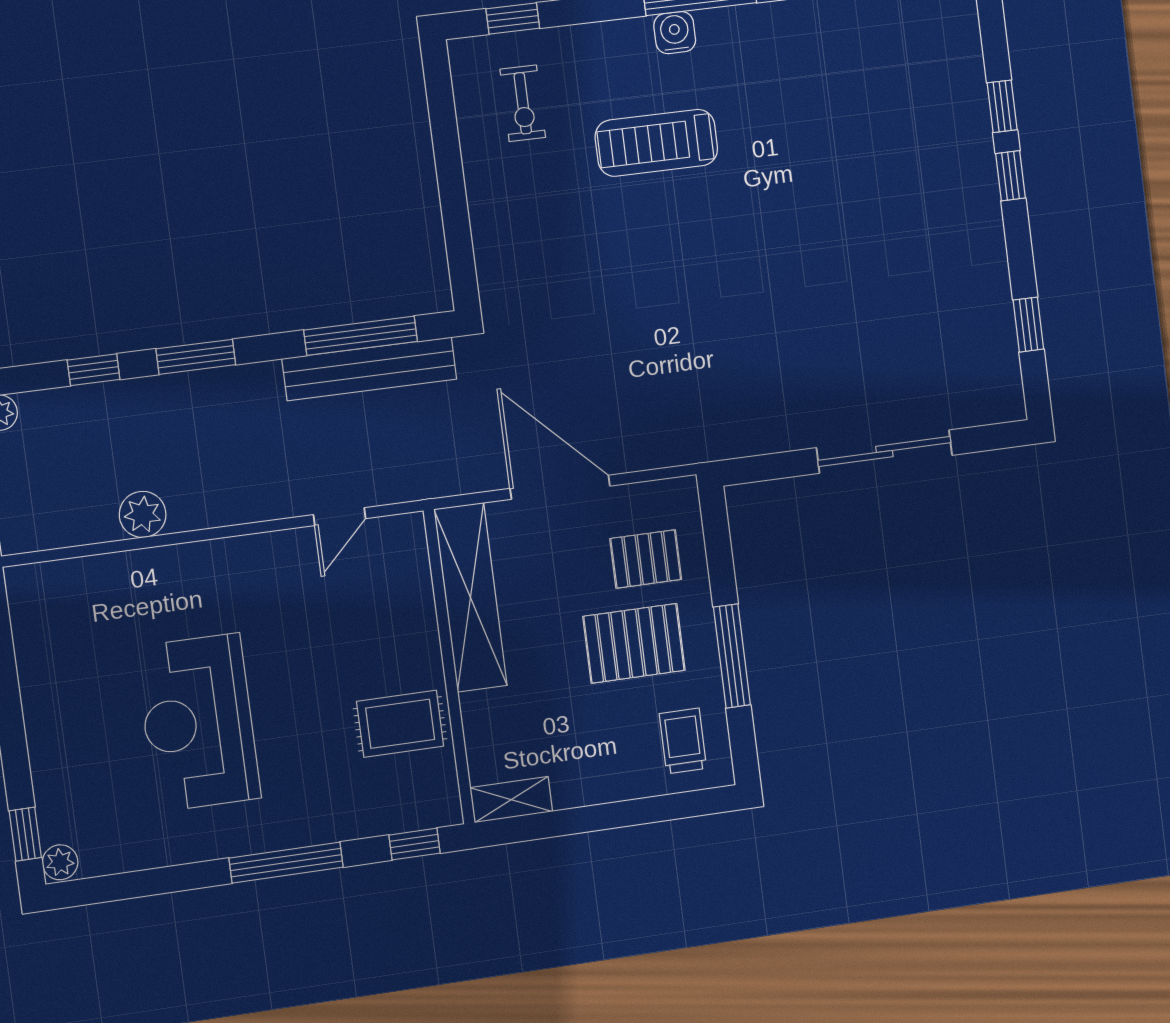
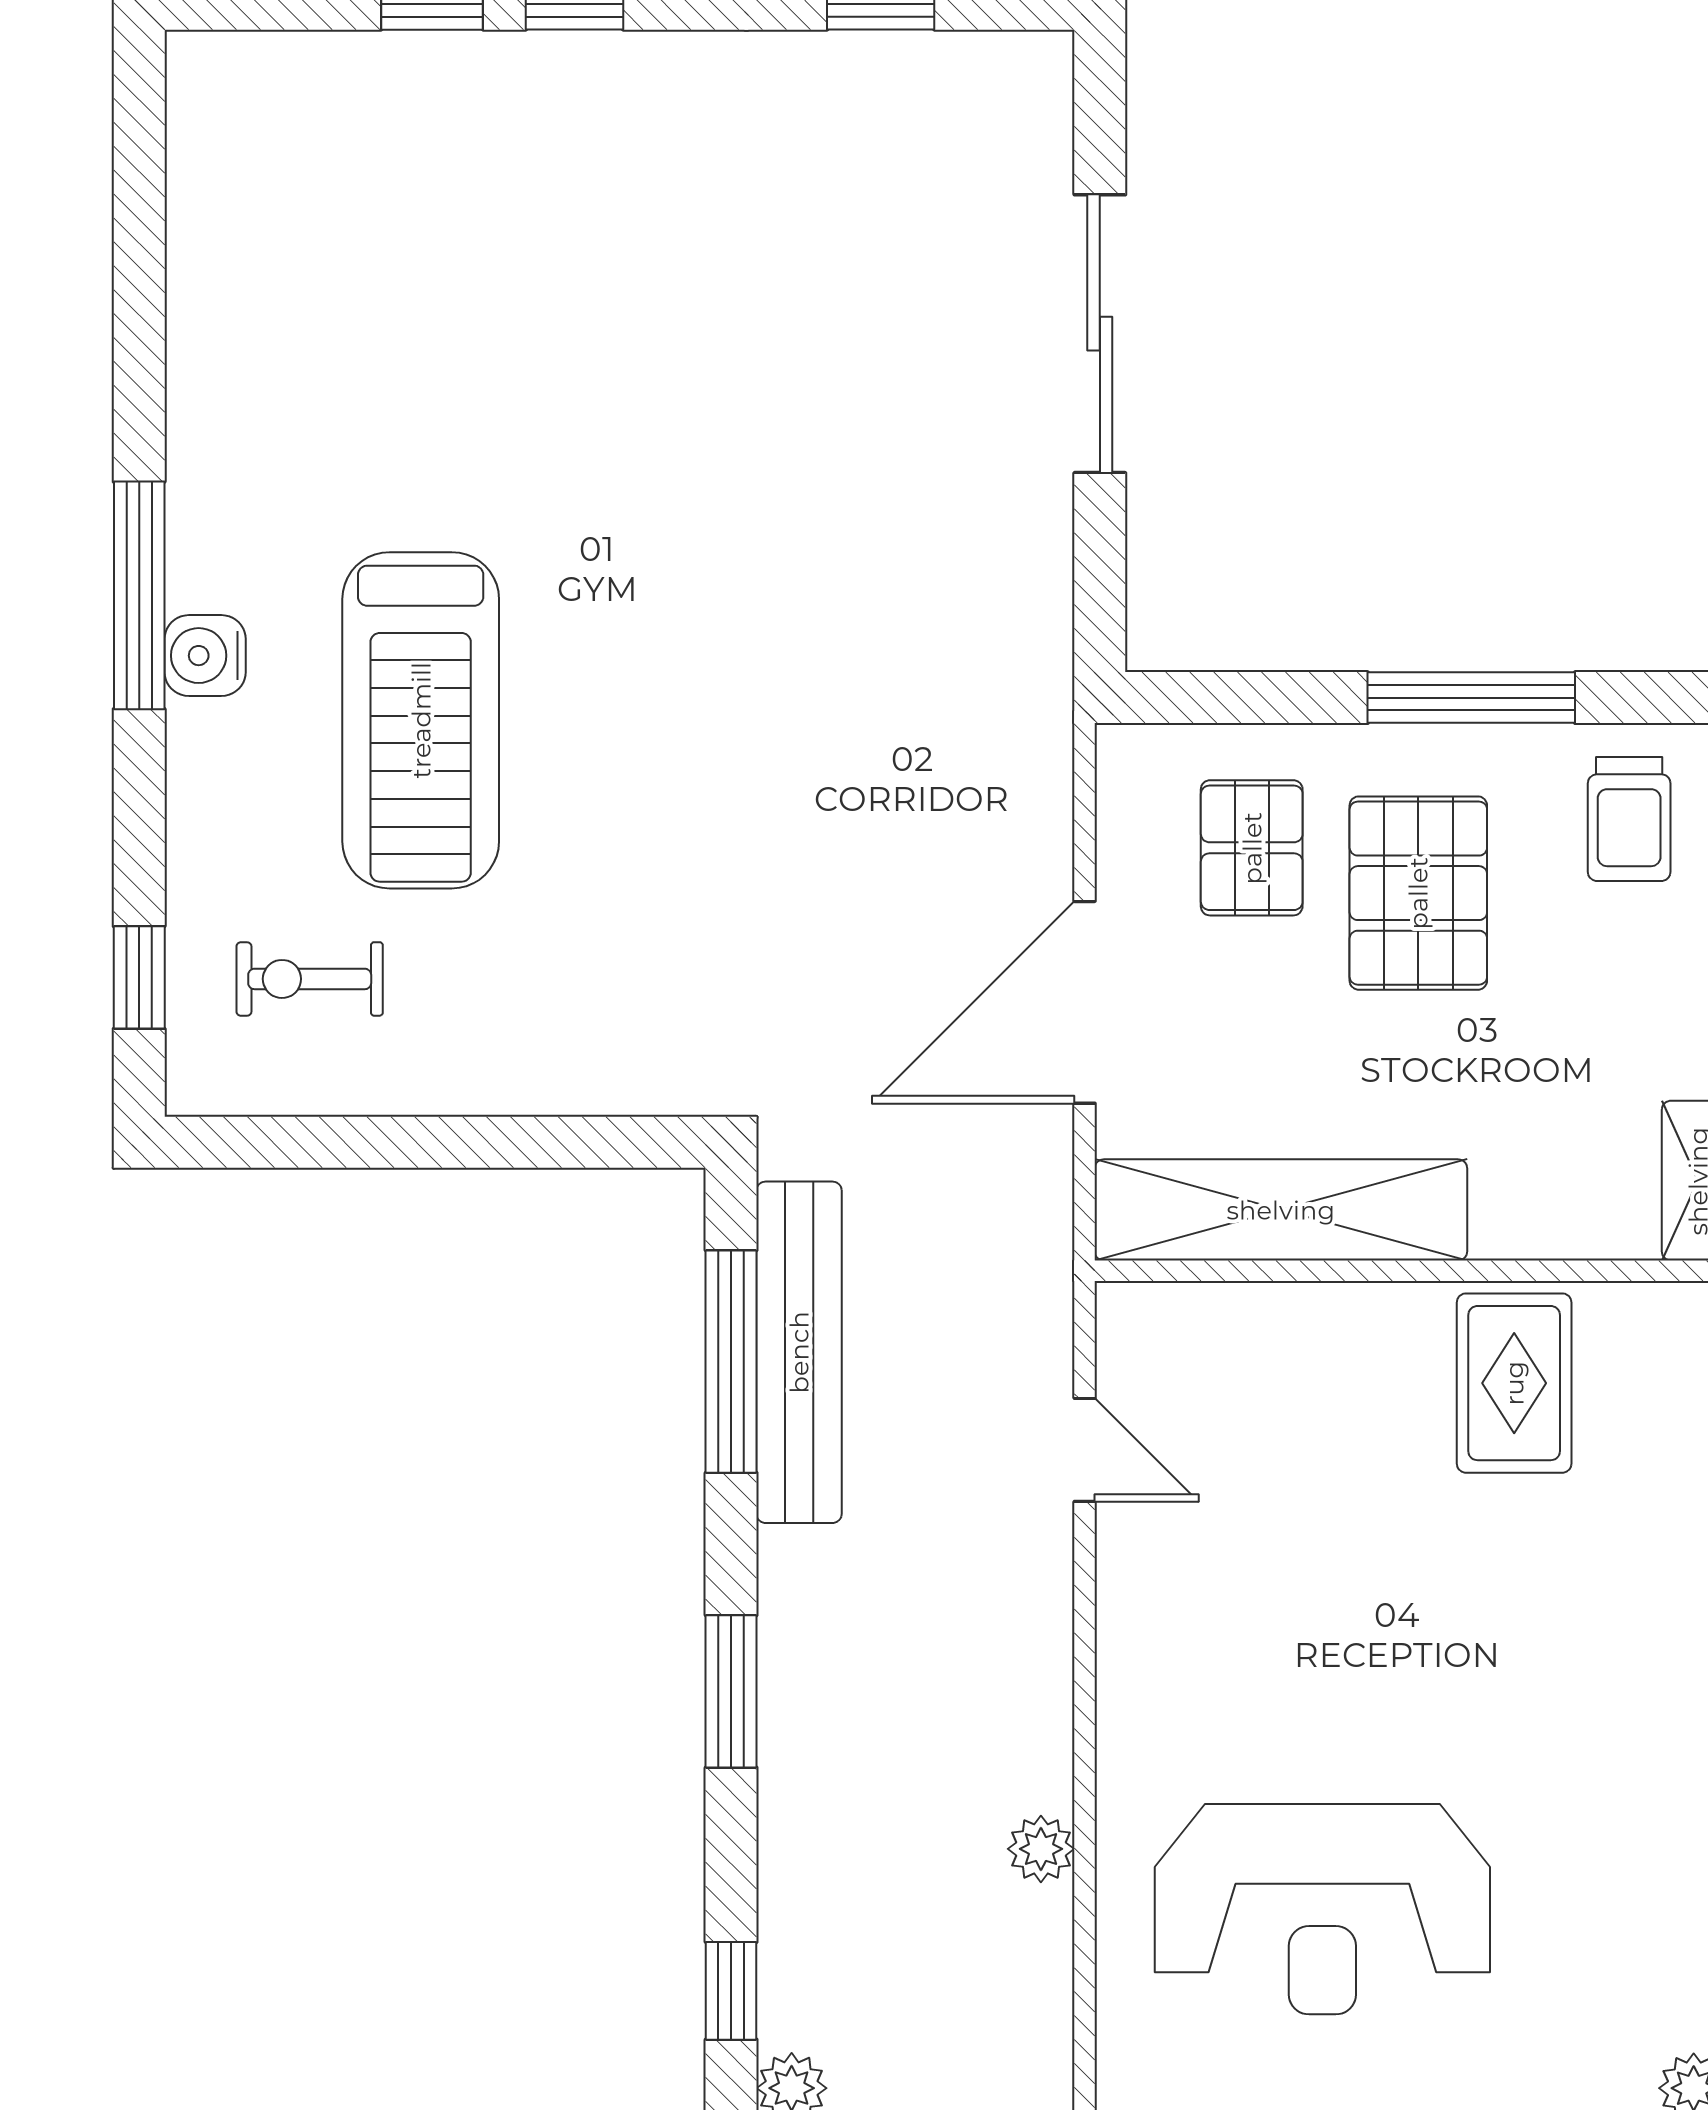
exercise bike: (523, 103) -> (310, 979), turned 180
treadmill: (656, 143) -> (421, 720), width x1.37, depth x1.38
window: (94, 370) -> (731, 1991), moved
plant: (143, 514) -> (1041, 1849), width x0.73, depth x0.73
reception desk: (198, 723) -> (1322, 1909), moved
trolley: (683, 741) -> (1629, 819), turned -90

